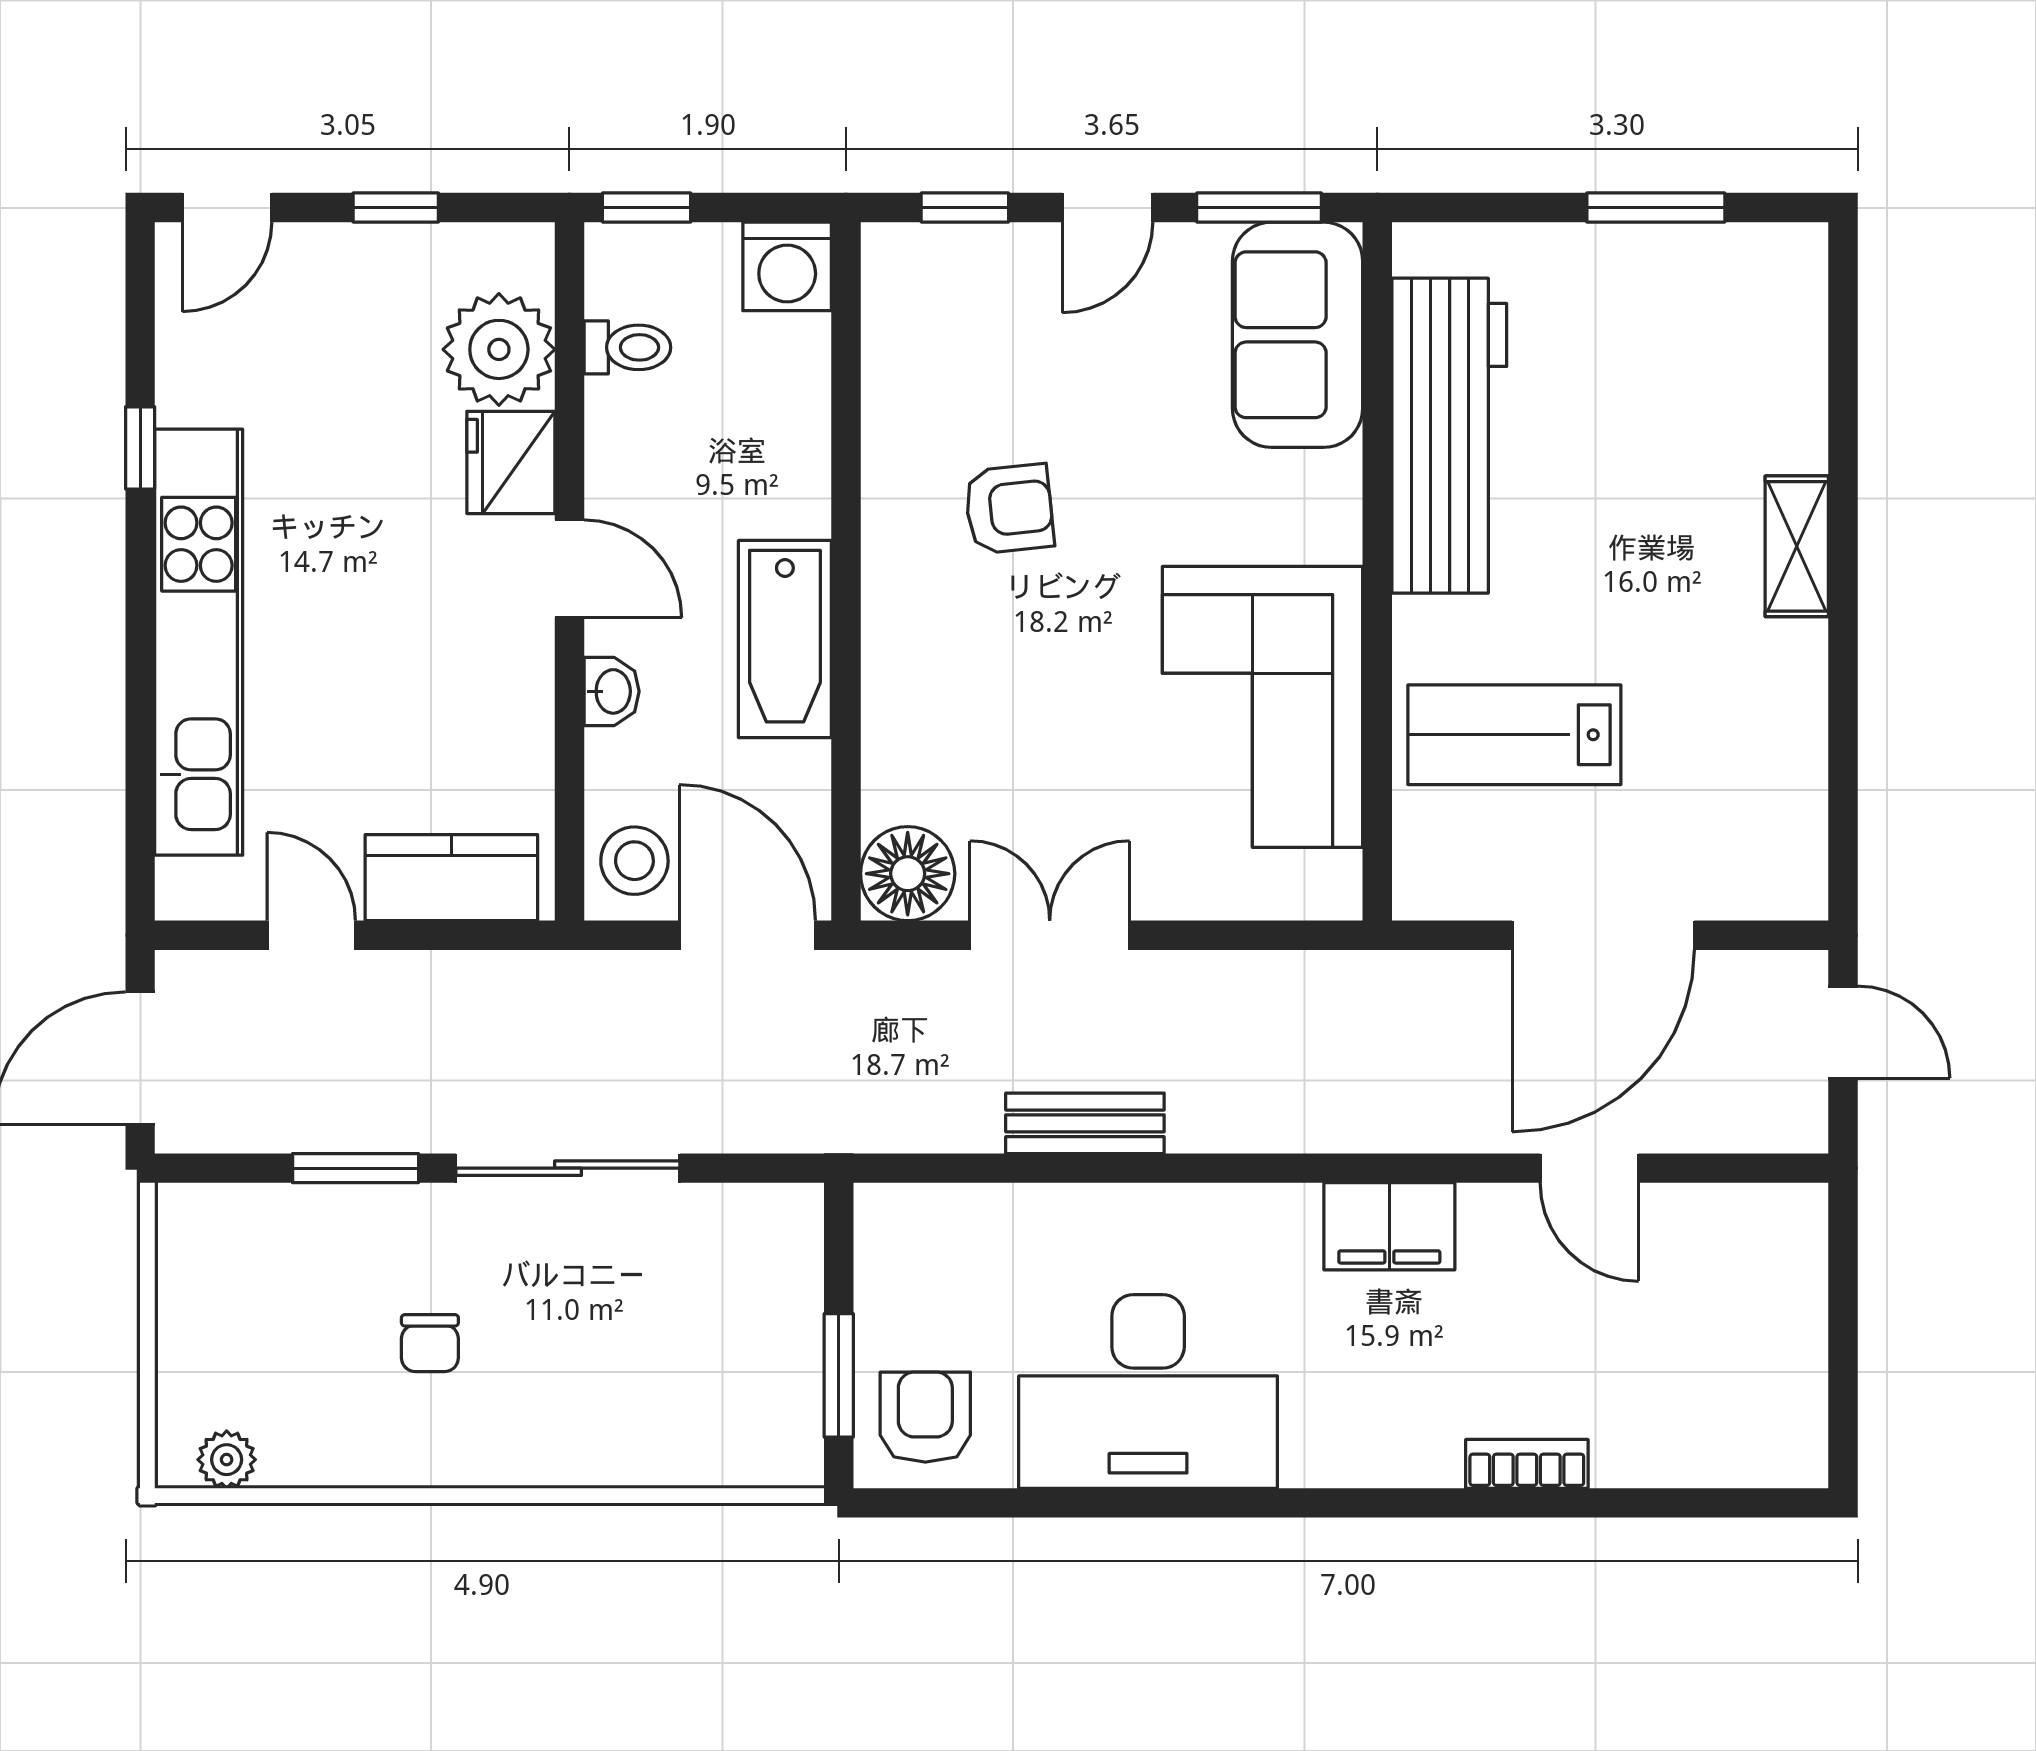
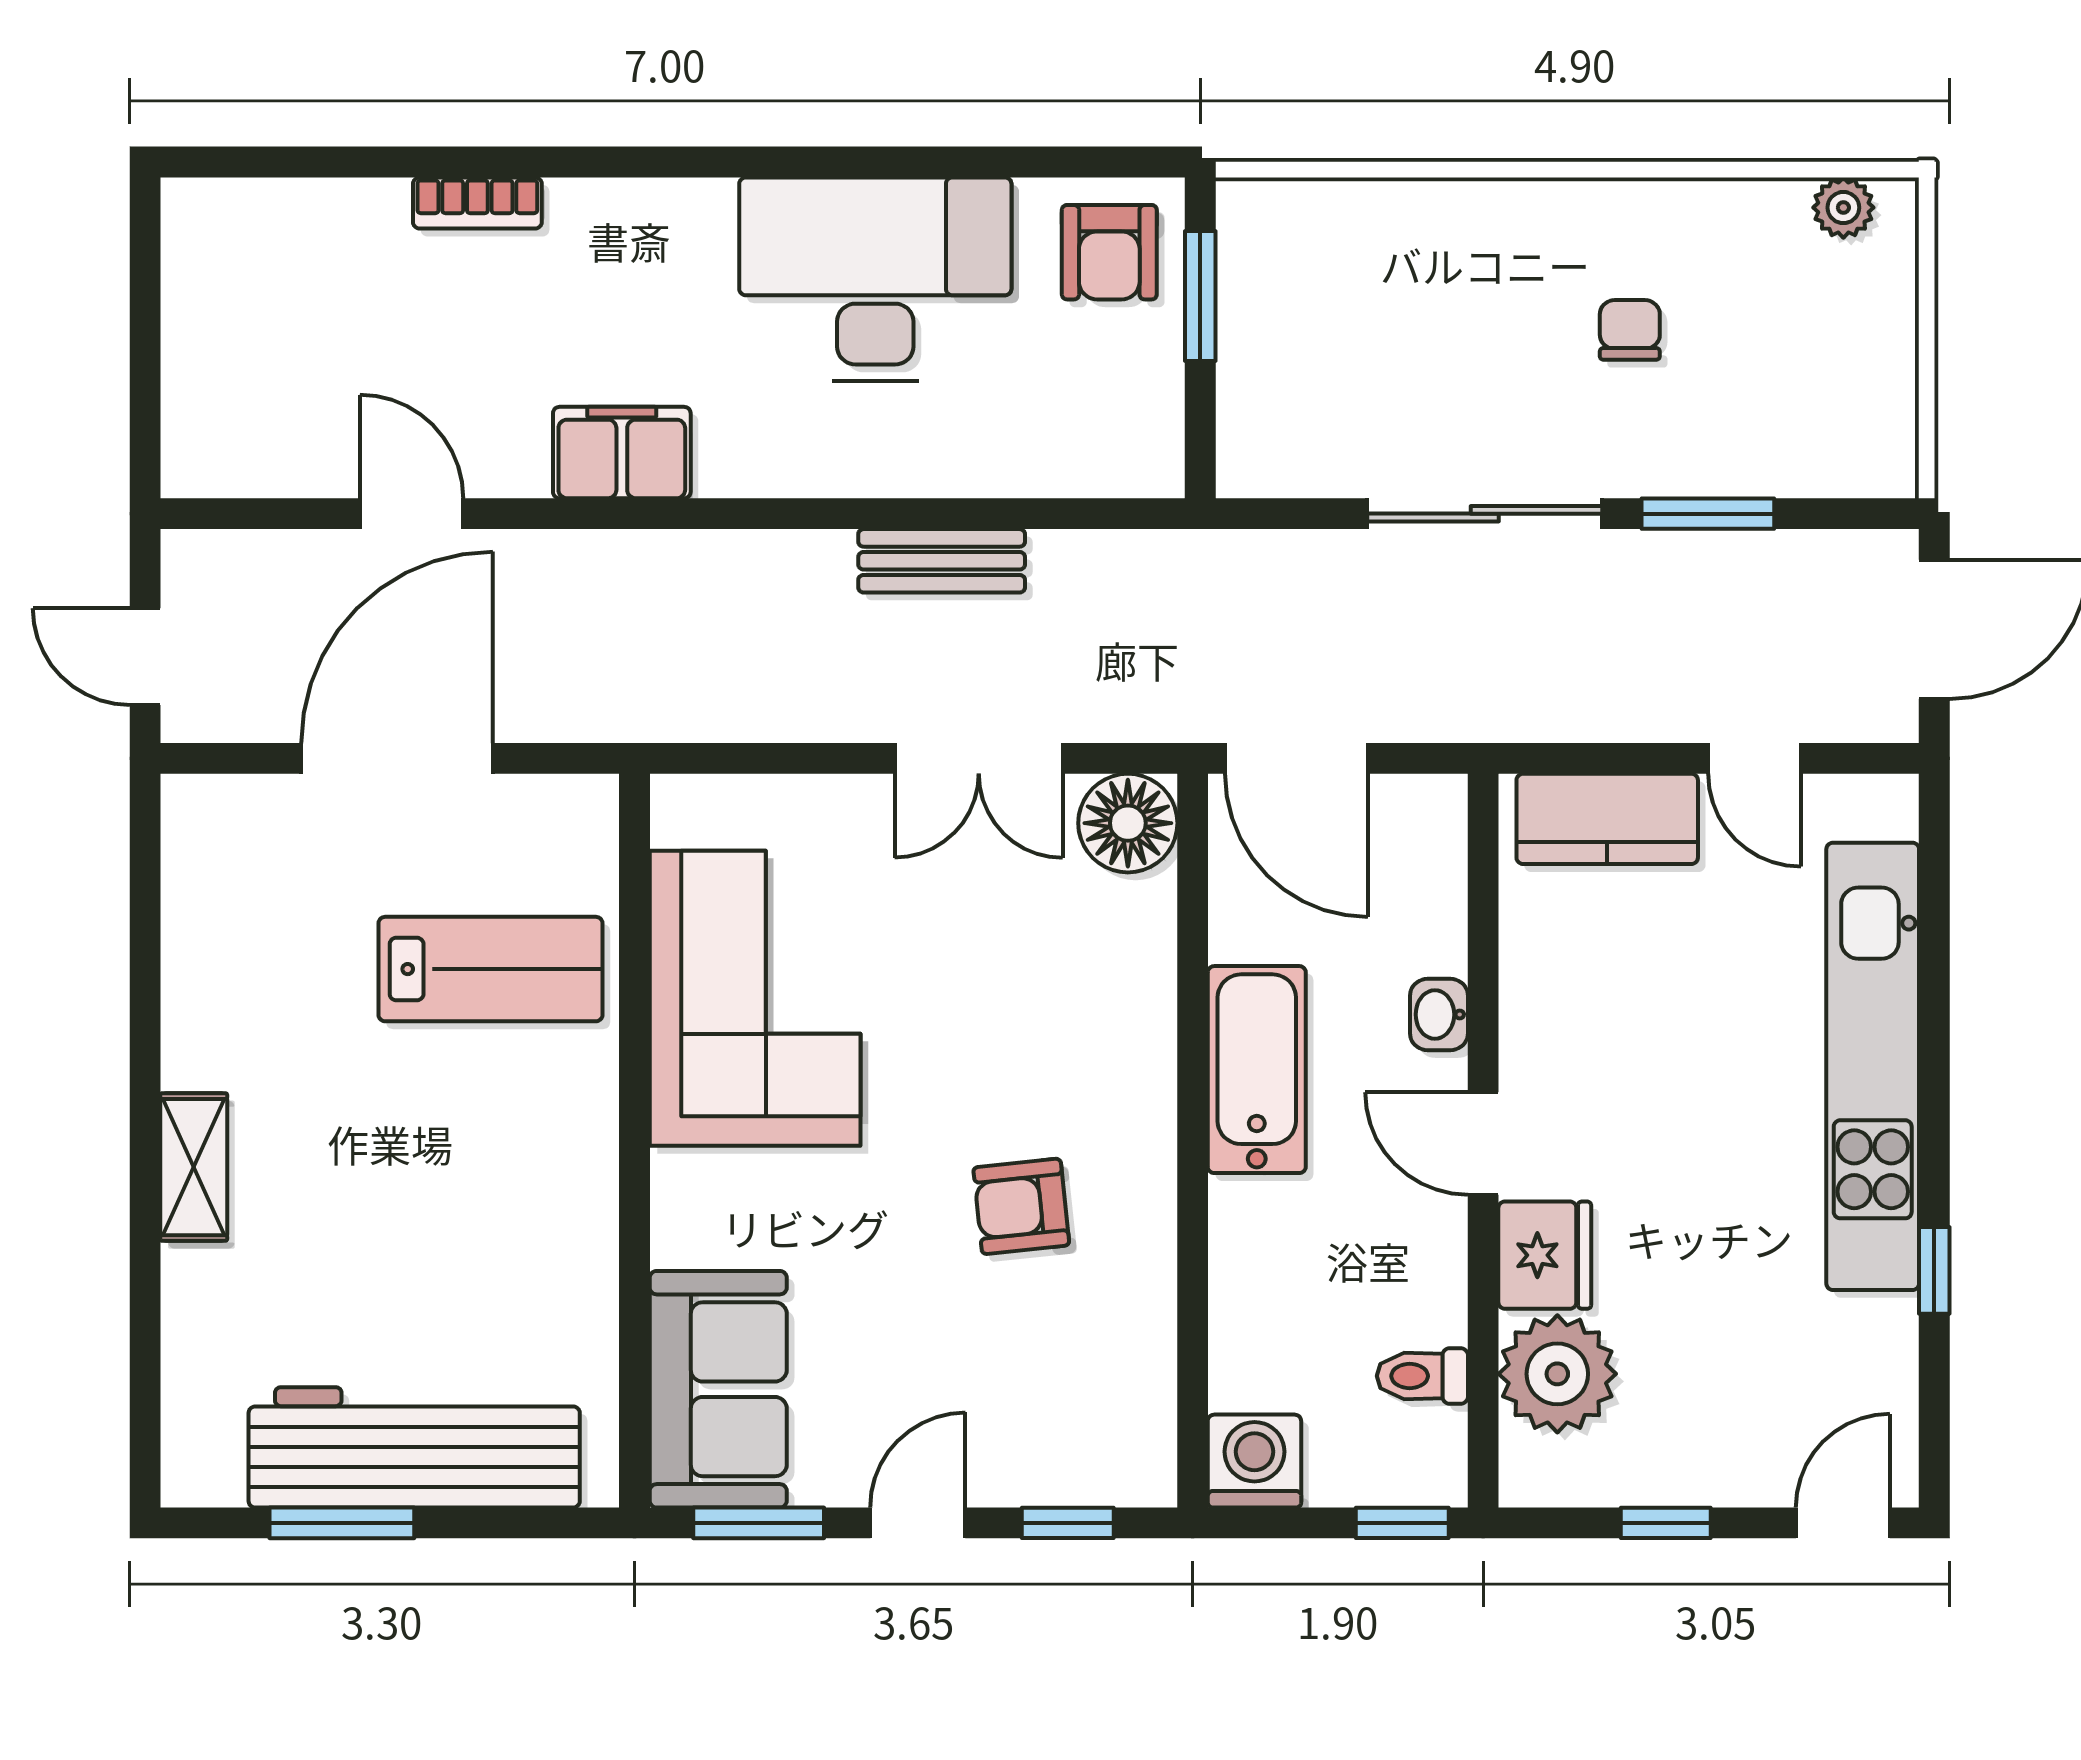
workbench: (1449, 436) -> (414, 1447), moved, turned 90
stool: (634, 861) -> (1415, 837), removed

